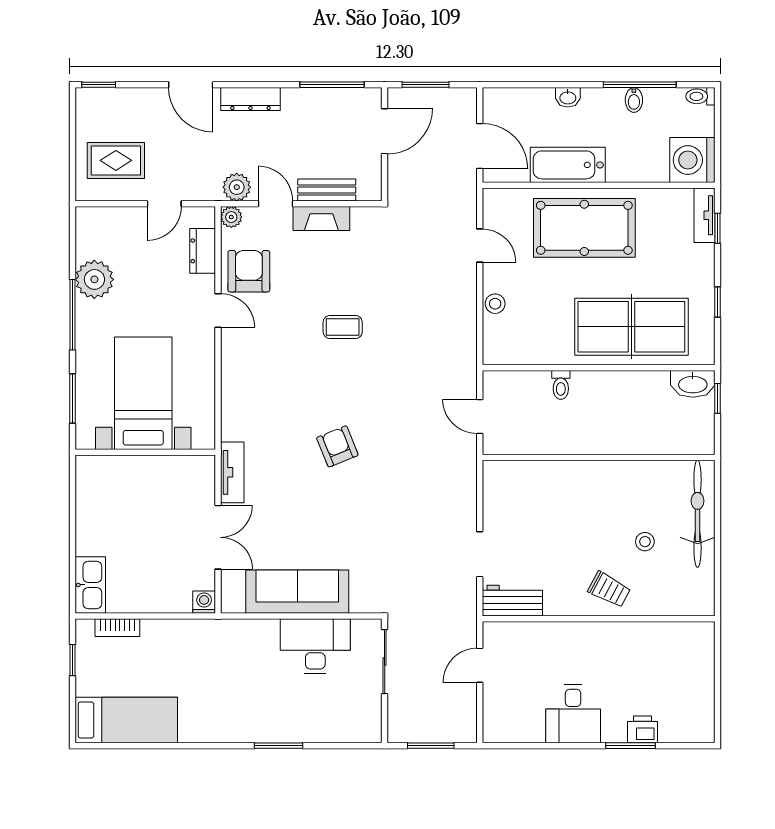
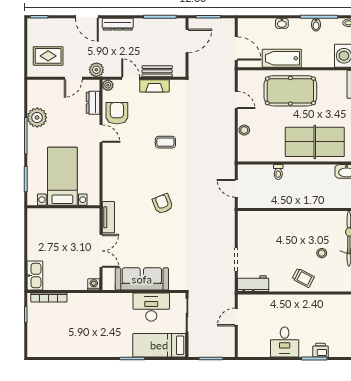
plant: (237, 187) -> (96, 70), moved
bookcase: (117, 628) -> (49, 298), width x1.56
bed: (126, 720) -> (159, 345), moved, turned 180

